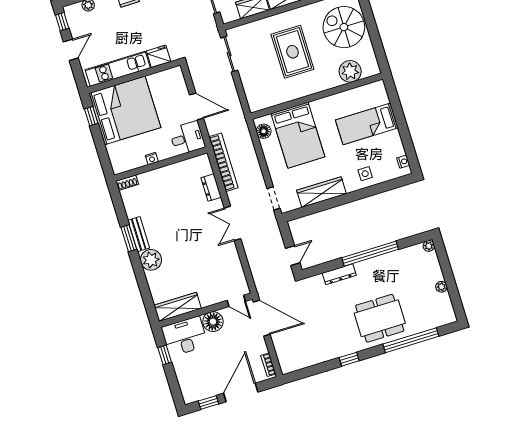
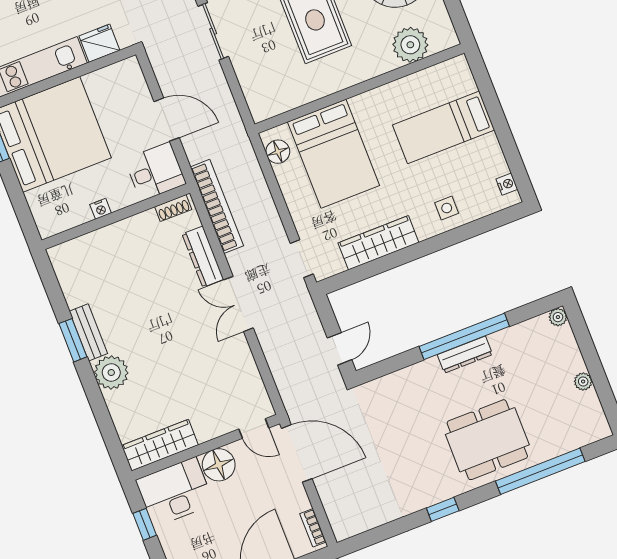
shoe rack: (127, 183) -> (173, 208), moved
dresser: (211, 187) -> (203, 257), width x1.44
dresser: (339, 274) -> (465, 355), moved

